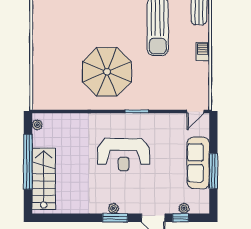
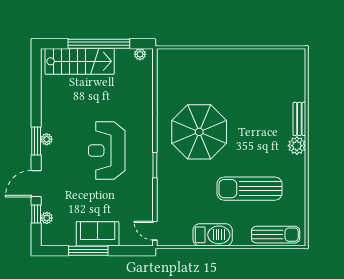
barbecue: (203, 52) -> (213, 235), width x1.88, depth x1.53
sofa: (198, 163) -> (98, 234), width x0.73

